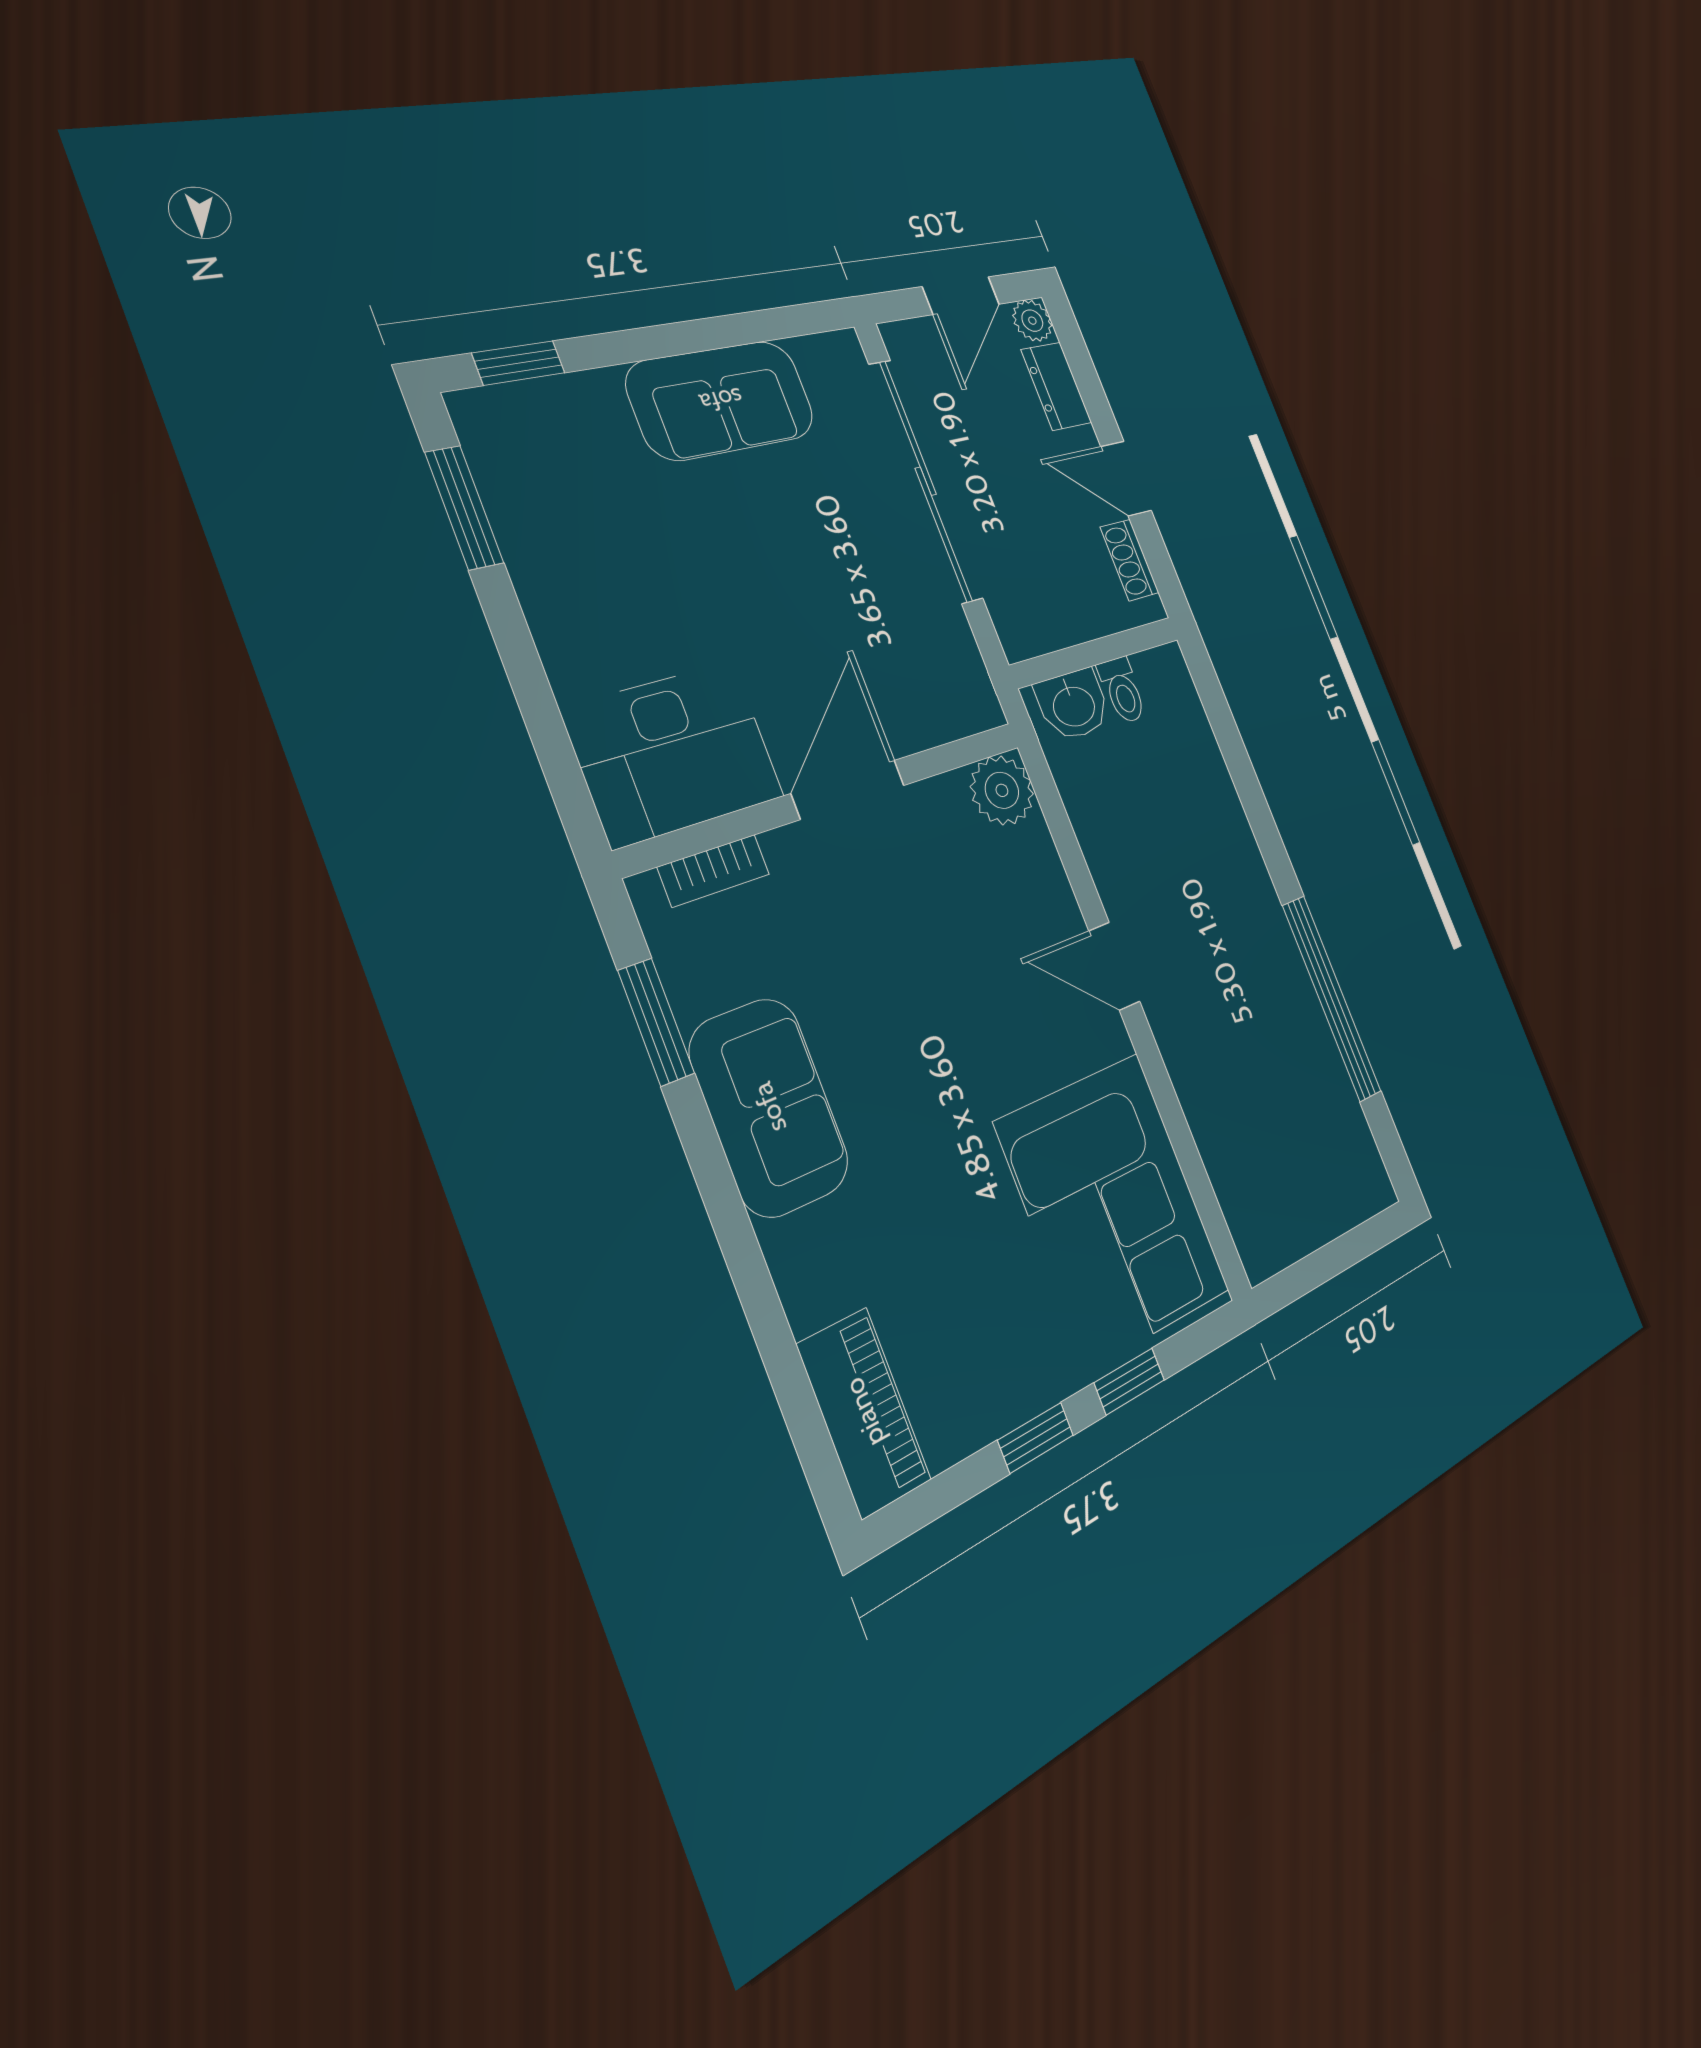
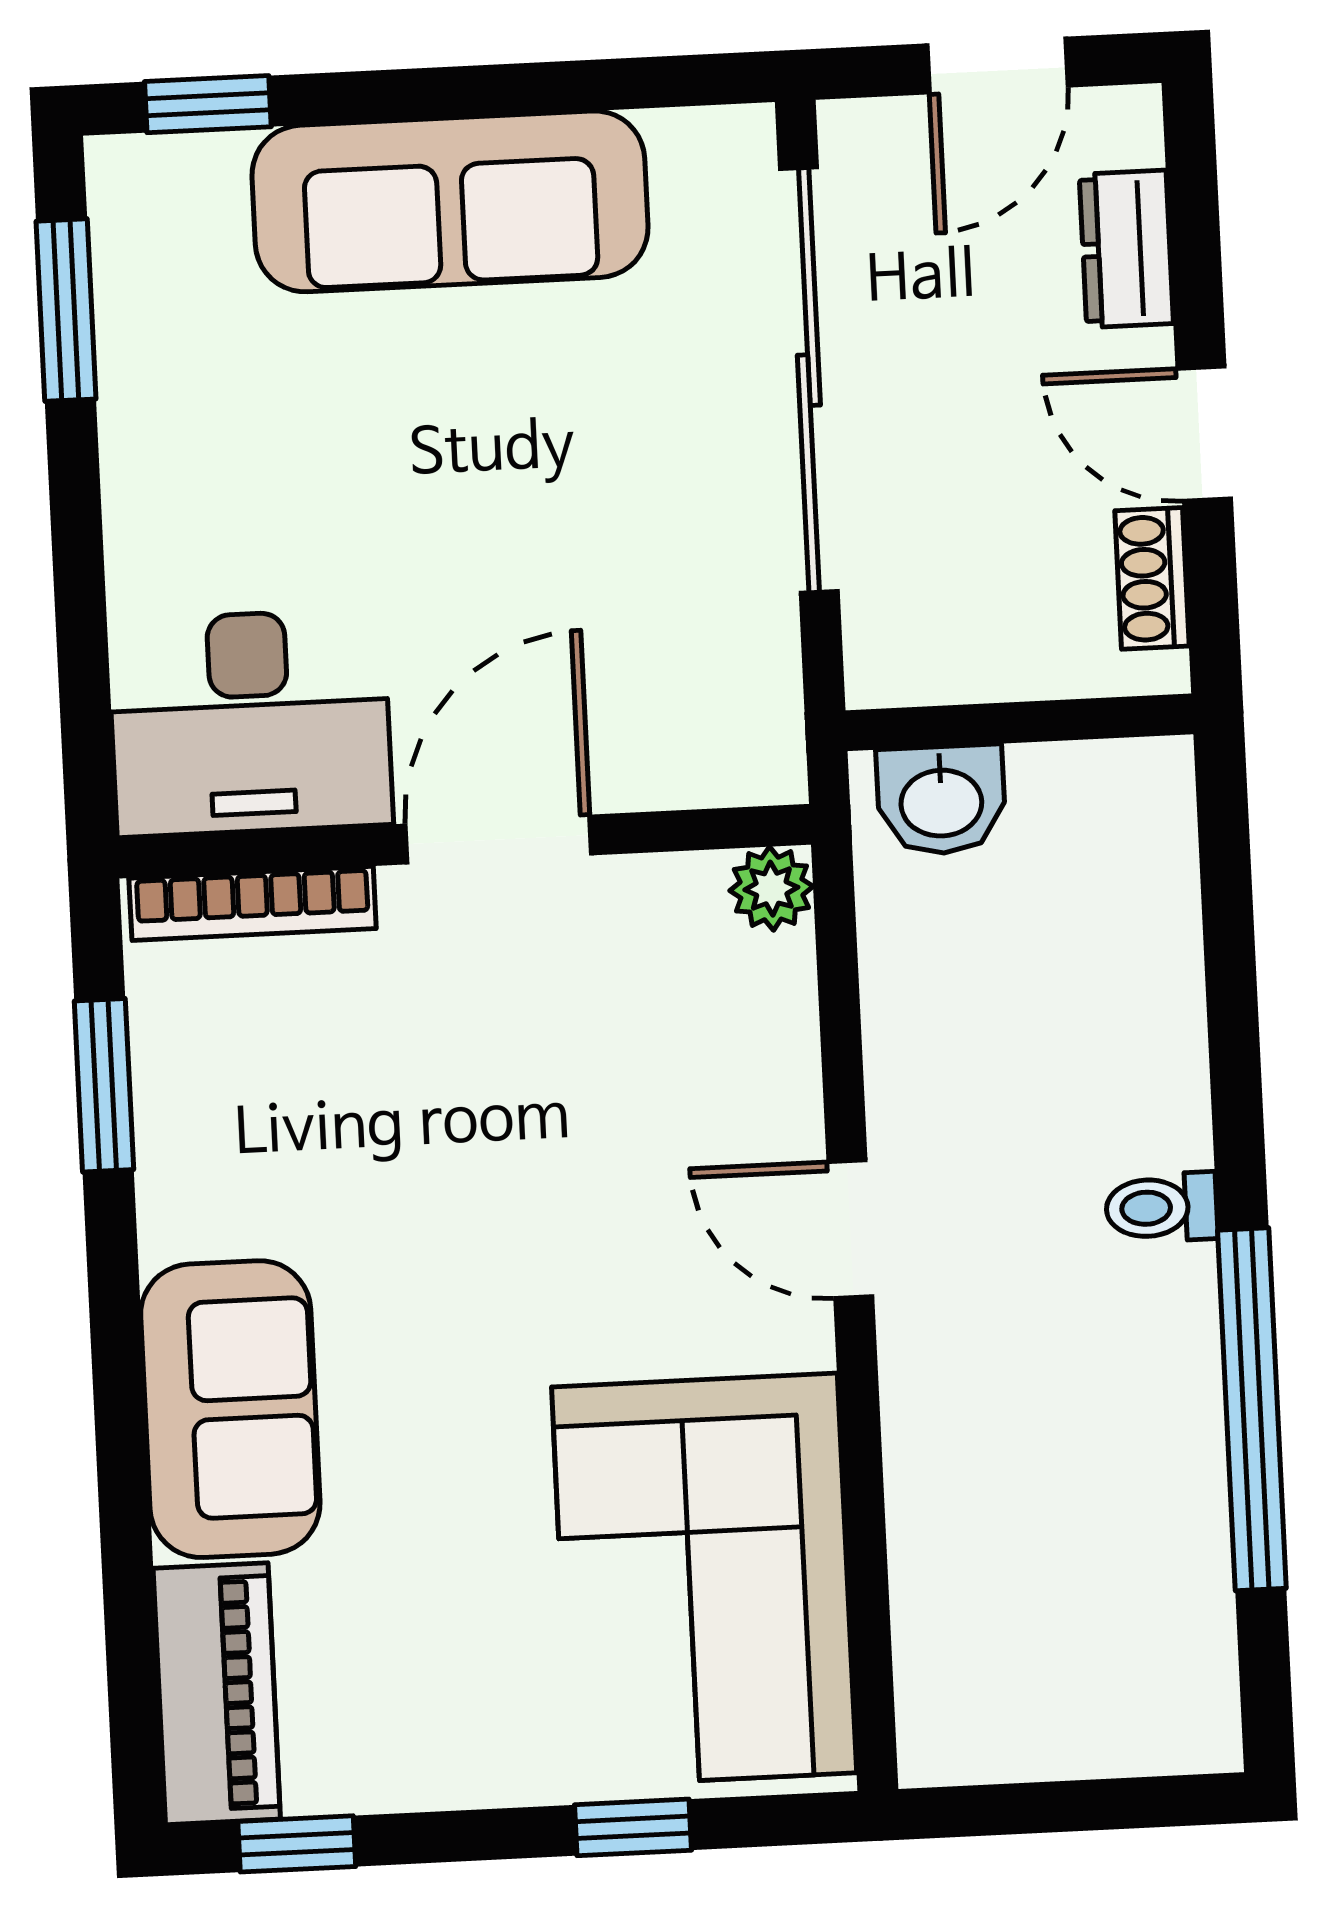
plant: (1032, 321) -> (1124, 124), removed
sofa: (721, 400) -> (450, 201), width x1.36
toilet: (1122, 690) -> (1161, 1207), moved, turned 90
plant: (1002, 790) -> (771, 889), width x0.73, depth x0.73
bookcase: (714, 871) -> (253, 903), width x1.56
sofa: (769, 1107) -> (230, 1409), moved
window: (1036, 1438) -> (297, 1844), moved

